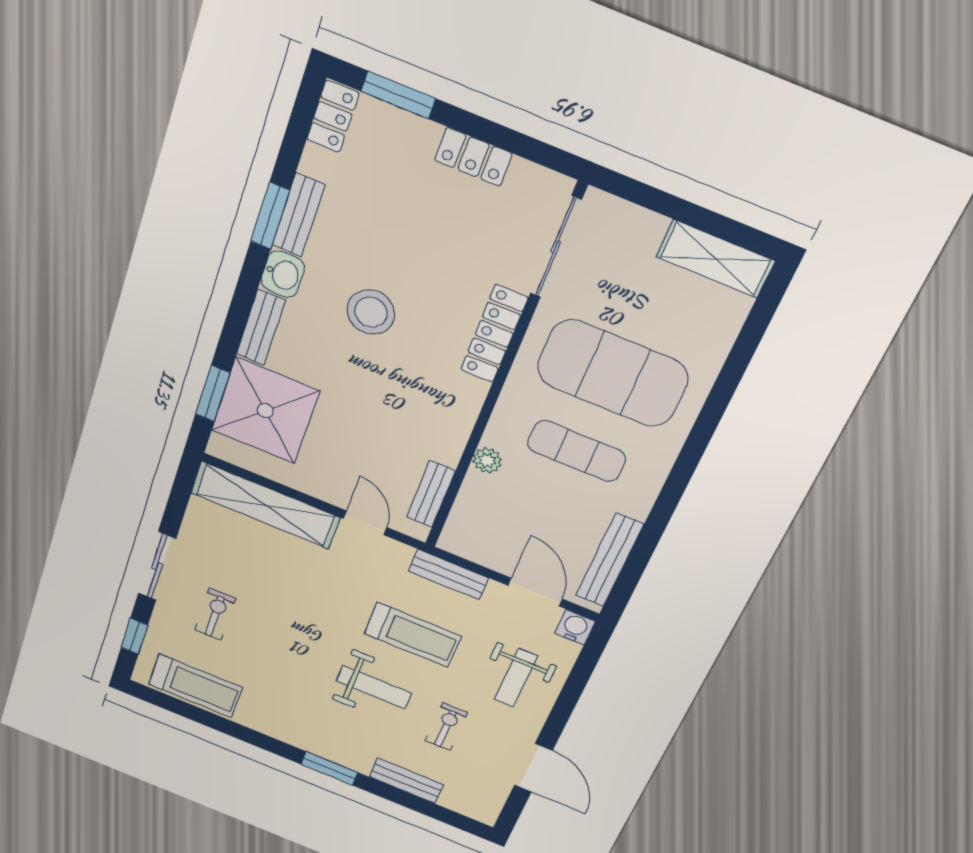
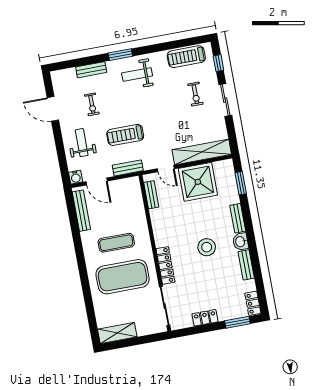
window: (270, 216) -> (255, 259), removed
shower: (265, 411) -> (198, 182), moved
plant: (487, 460) -> (141, 220), removed
weight bench: (374, 687) -> (137, 74), moved

